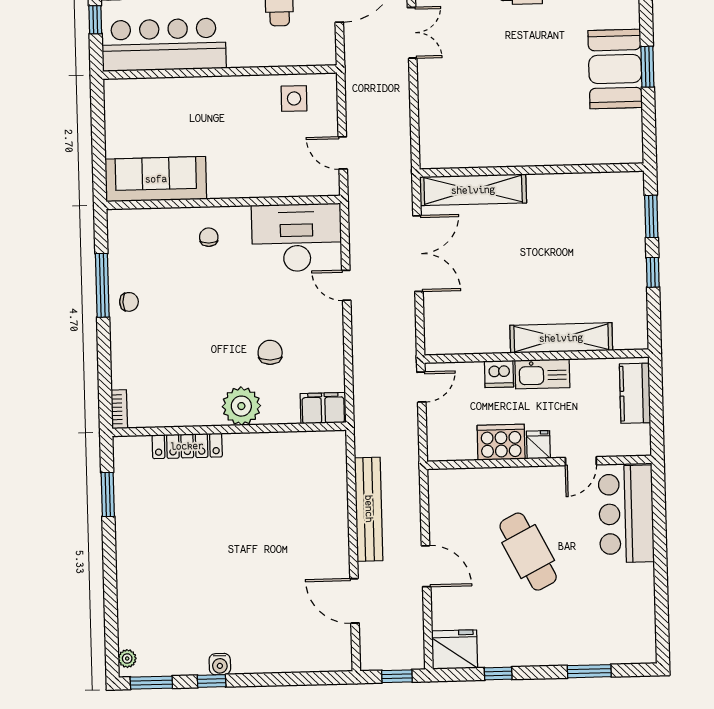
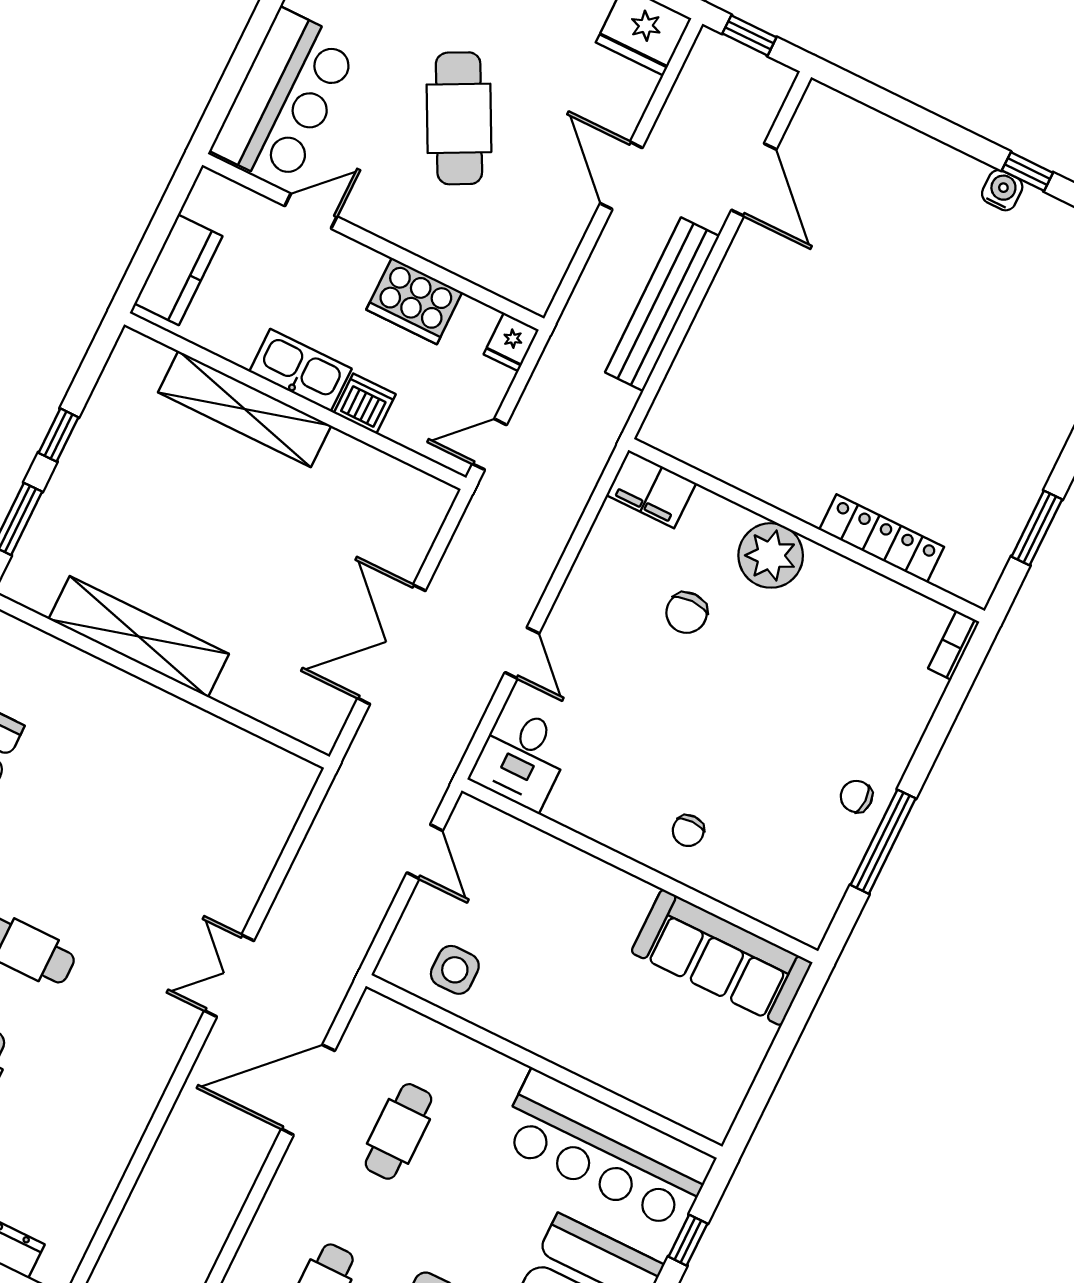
shelving: (473, 190) -> (139, 637), moved
desk: (297, 238) -> (522, 758), width x0.53, depth x0.77
fridge: (538, 445) -> (511, 342), moved

